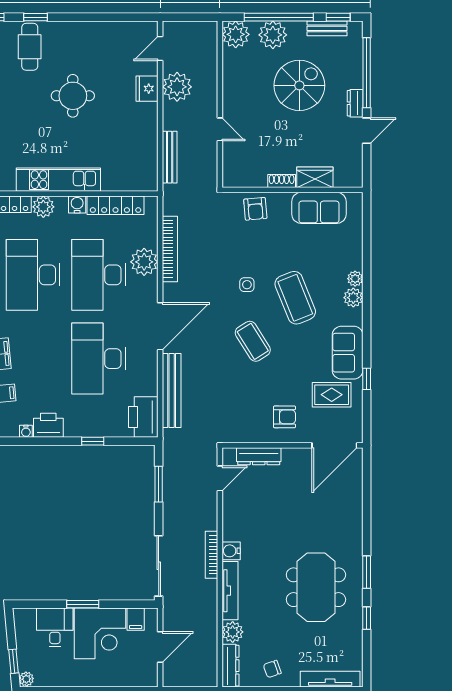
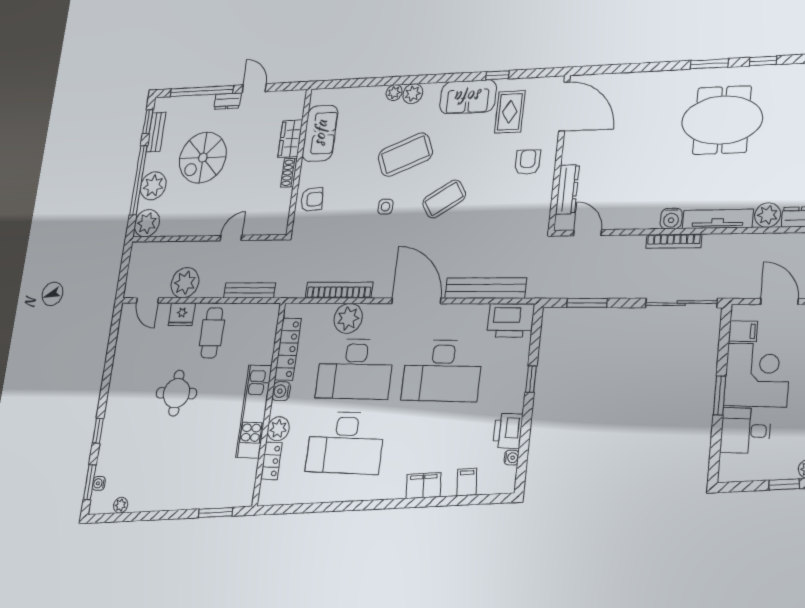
cafe table: (30, 47) -> (212, 333), moved, turned 90
spiral stairs: (299, 85) -> (203, 158), turned -90

